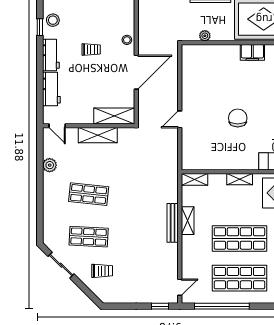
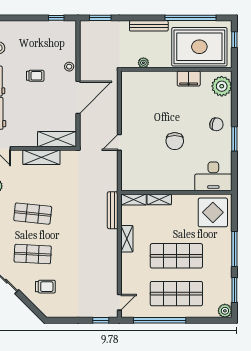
chair: (238, 118) -> (175, 141), turned 180
shelving: (240, 179) -> (159, 199), moved
bench: (173, 223) -> (113, 210), moved

